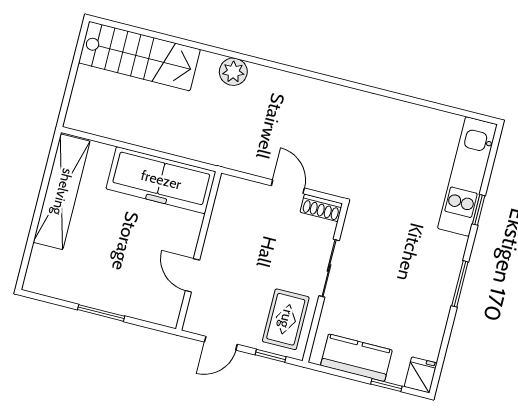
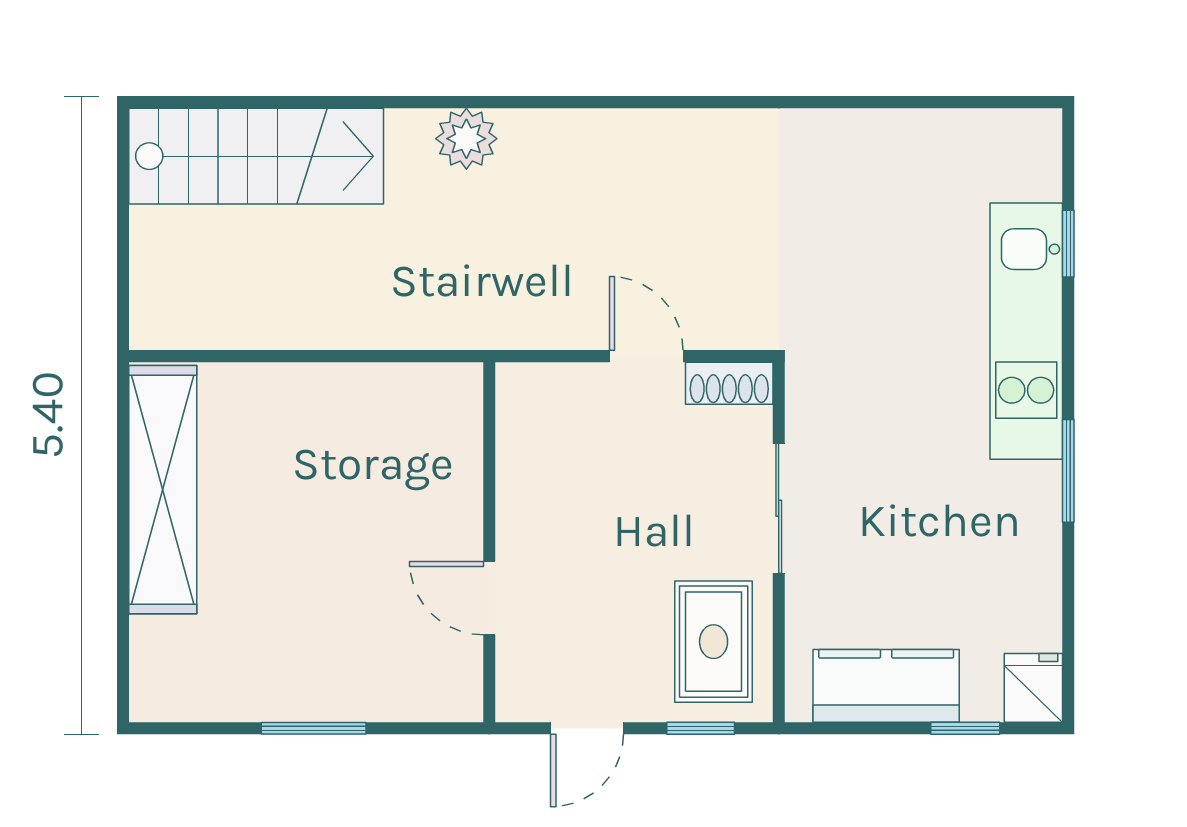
kitchen unit: (467, 176) -> (1026, 331), moved
freezer: (161, 180) -> (370, 411), removed
window: (479, 210) -> (1068, 244), moved

